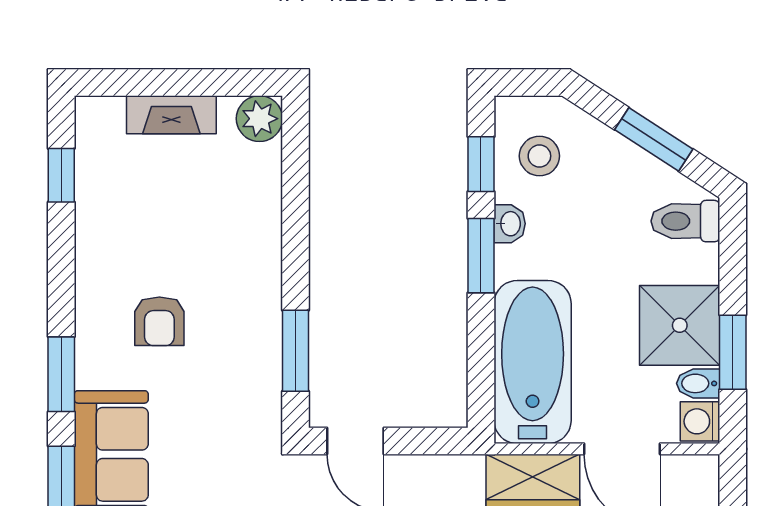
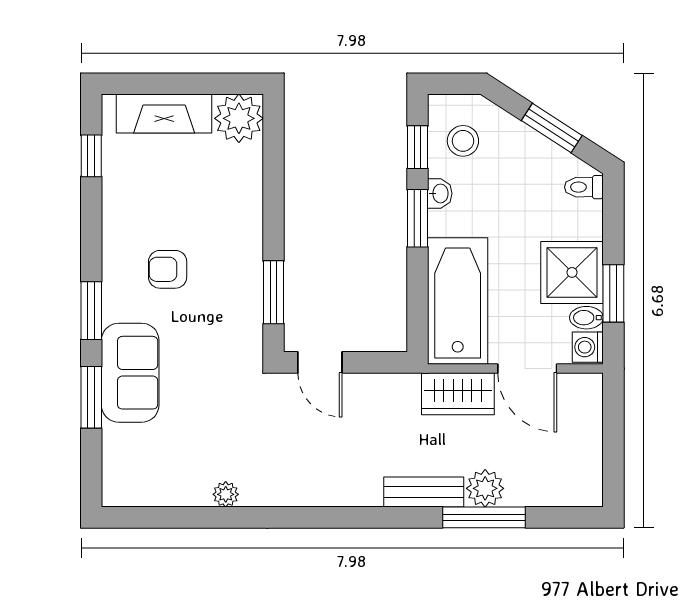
fireplace: (171, 115) -> (164, 114), width x1.37, depth x1.32
plant: (259, 119) -> (239, 118), width x1.36, depth x1.36
toilet: (685, 221) -> (584, 187), width x0.73, depth x0.72
armchair: (159, 321) -> (168, 269), turned 90

